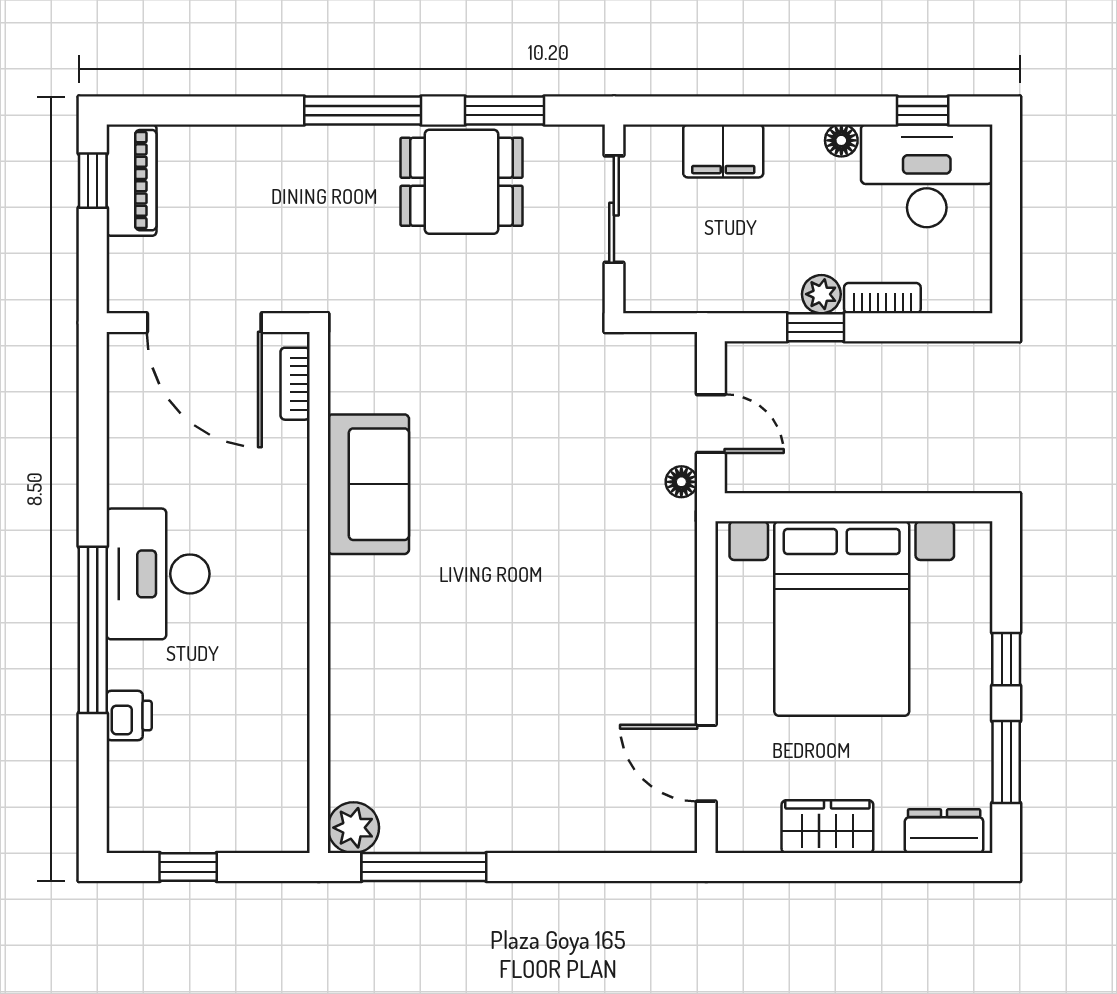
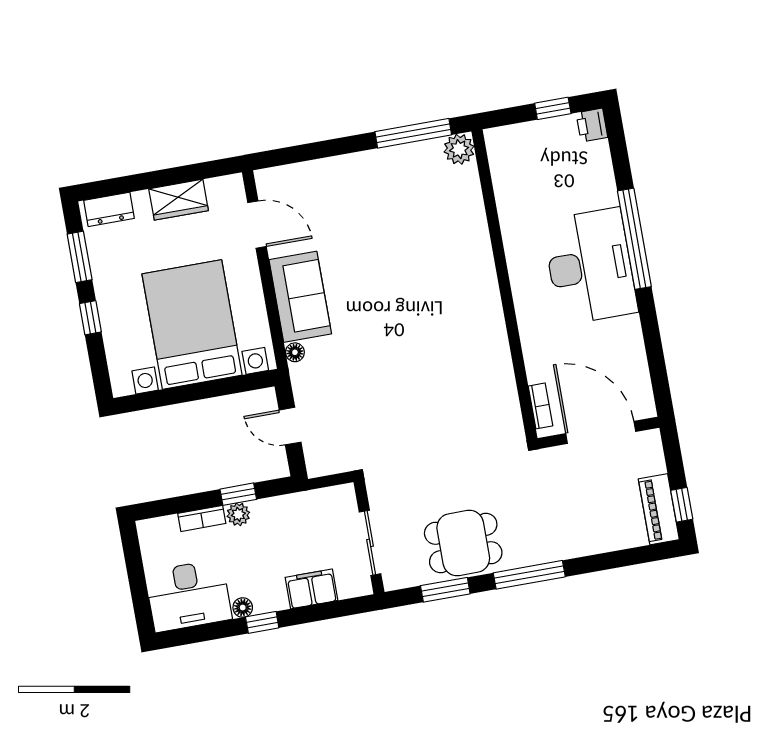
window: (923, 110) -> (262, 622), moved
floor lamp: (681, 482) -> (295, 352), moved
sofa: (368, 484) -> (300, 297), moved, turned 180
desk: (158, 574) -> (590, 266), width x1.36, depth x1.30
printer: (129, 716) -> (592, 125), moved

